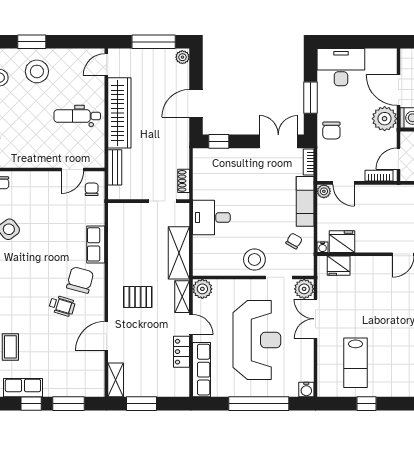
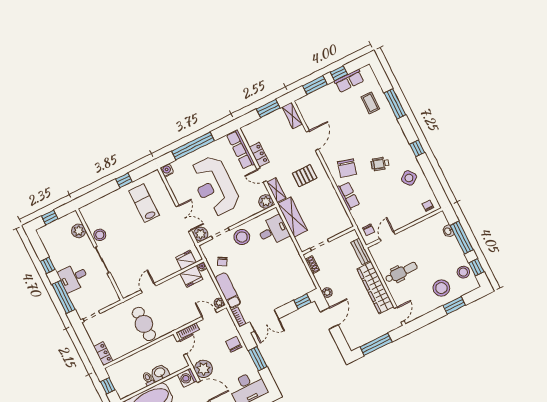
plant: (182, 57) -> (327, 293), moved
desk: (211, 217) -> (273, 231), moved
wheelchair: (62, 306) -> (380, 164), moved

